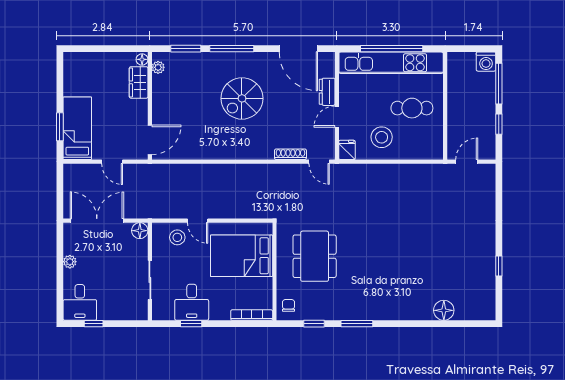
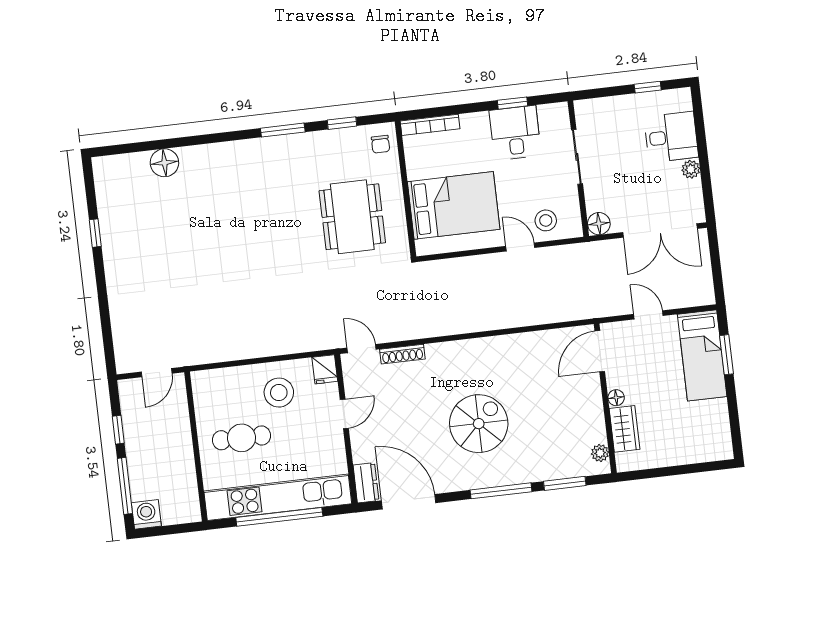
floor lamp: (142, 59) -> (616, 398), moved
dresser: (327, 92) -> (366, 483), moved
desk: (80, 302) -> (671, 137), moved, turned 90

